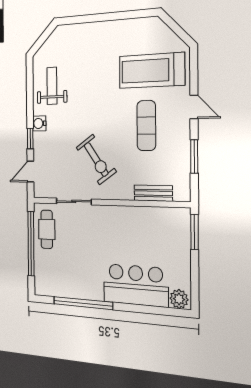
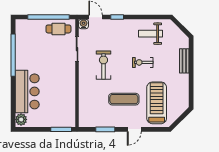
weight bench: (52, 86) -> (151, 34), turned 180
exercise bike: (92, 96) -> (143, 62), added
water cooler: (39, 123) -> (84, 24), moved
exercise bike: (96, 159) -> (103, 65), turned 125
bench: (153, 193) -> (184, 61), moved

